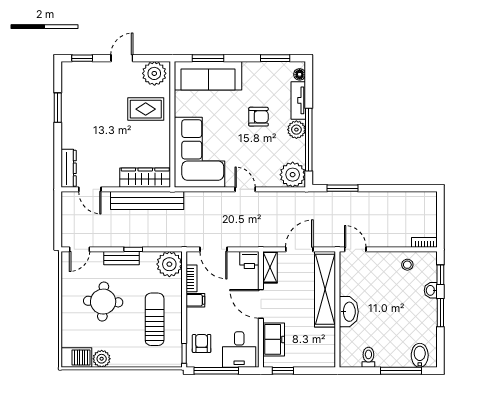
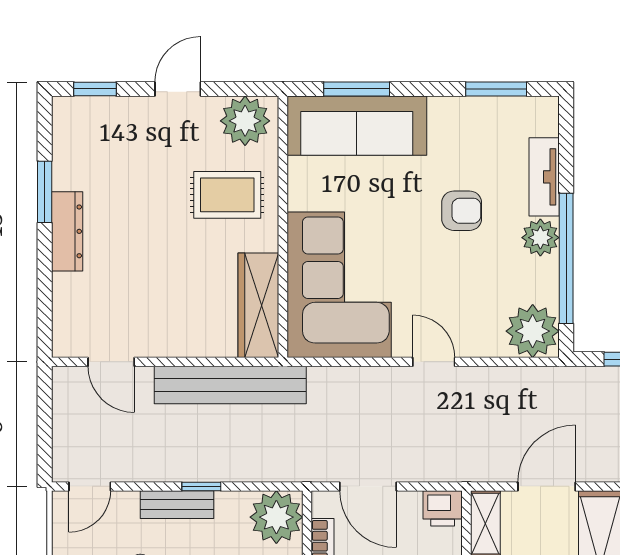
floor lamp: (300, 74) -> (547, 123), removed
dresser: (69, 168) -> (67, 231), moved
wardrobe: (145, 178) -> (258, 305), moved, turned -90

